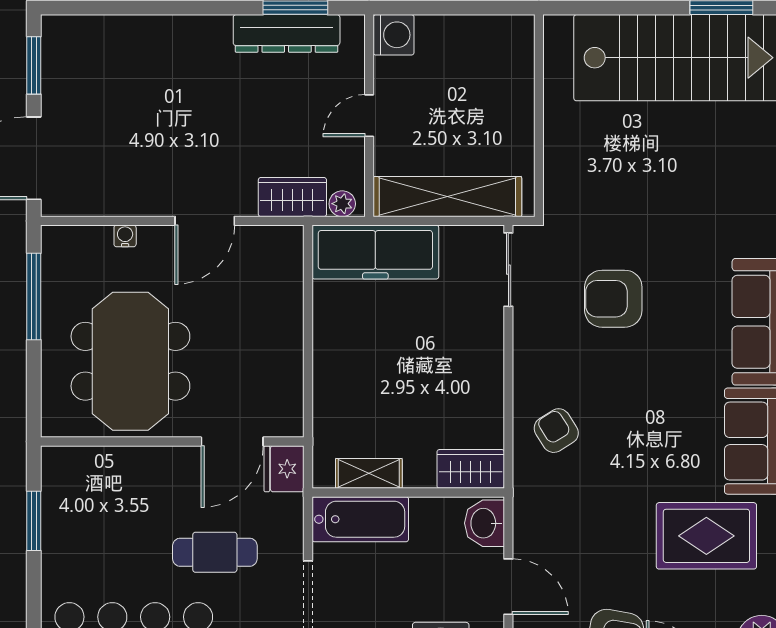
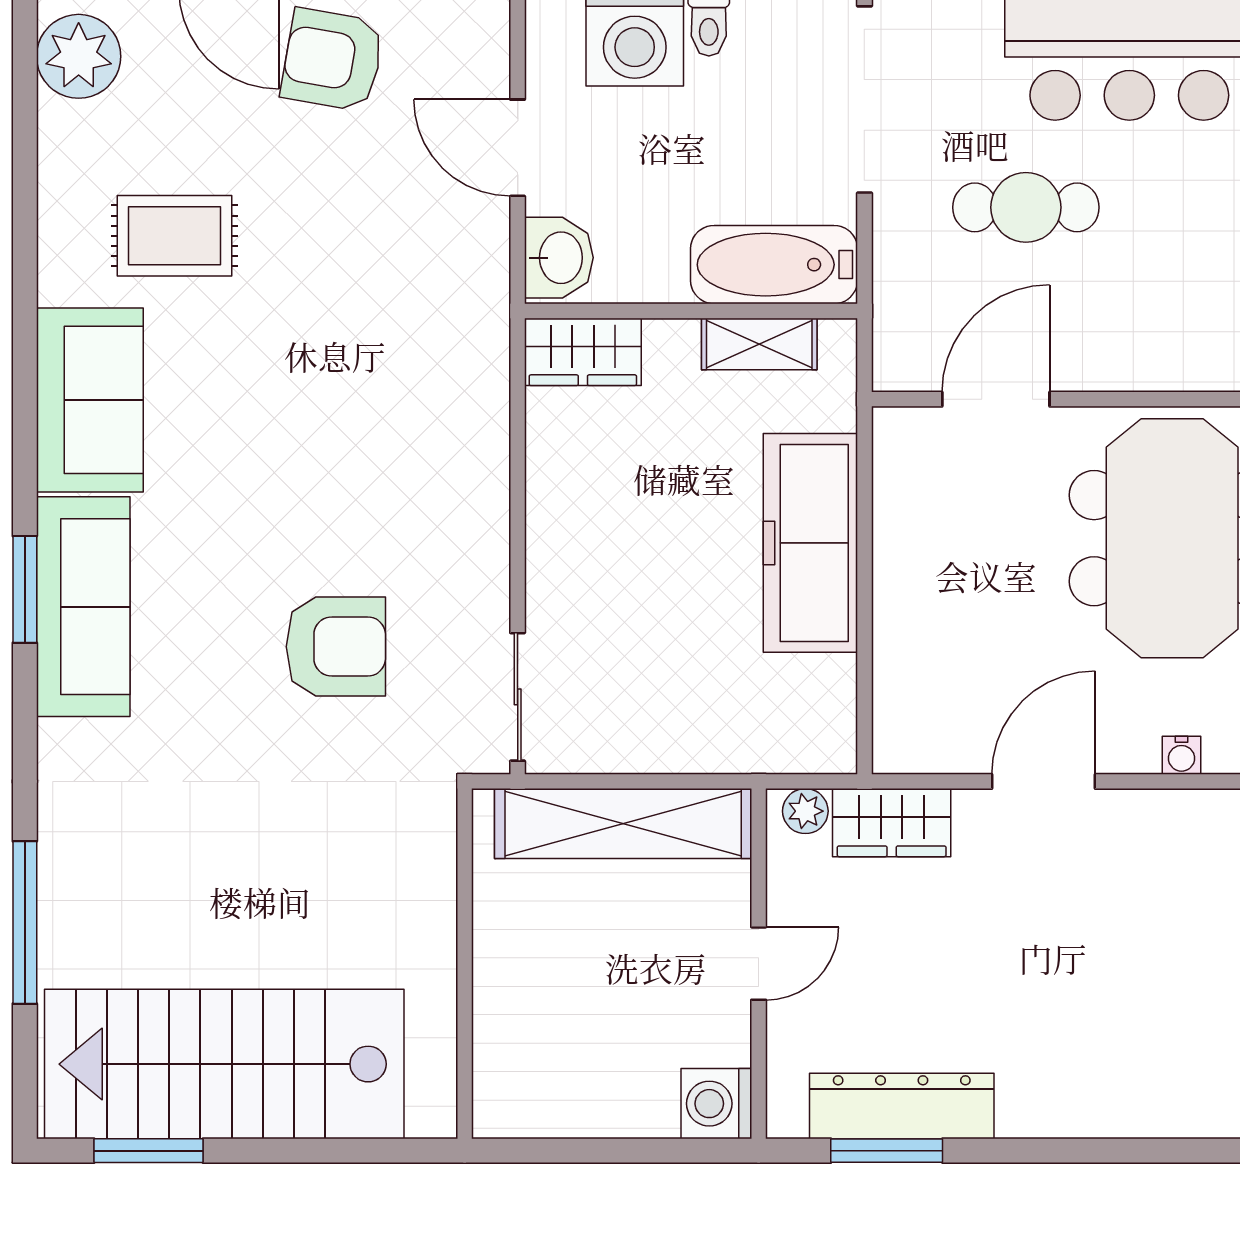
freezer: (375, 252) -> (810, 543), moved, turned -90
armchair: (556, 431) -> (435, 418), removed
fridge: (284, 469) -> (906, 352), removed
rug: (706, 536) -> (175, 236), width x0.73, depth x0.70

